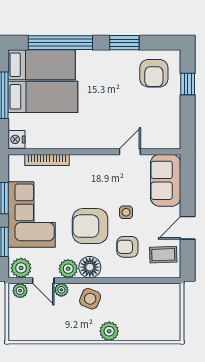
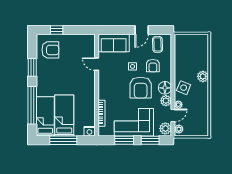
door: (188, 228) -> (142, 30), hinge flipped

